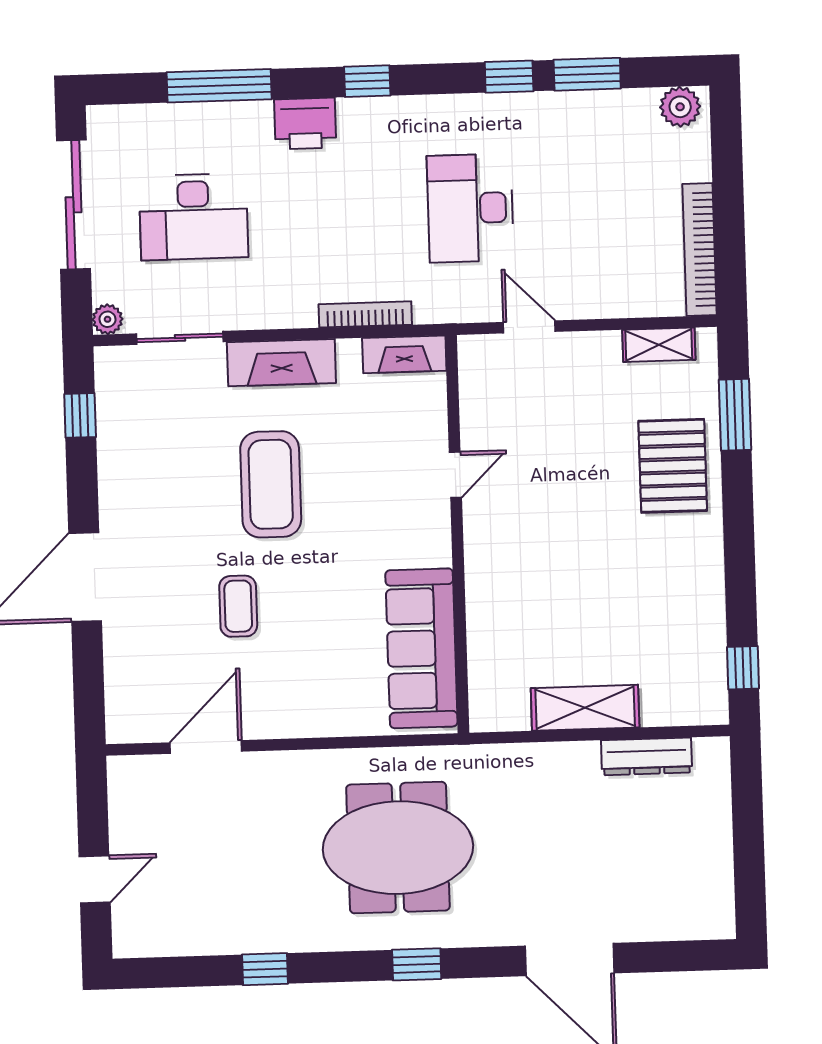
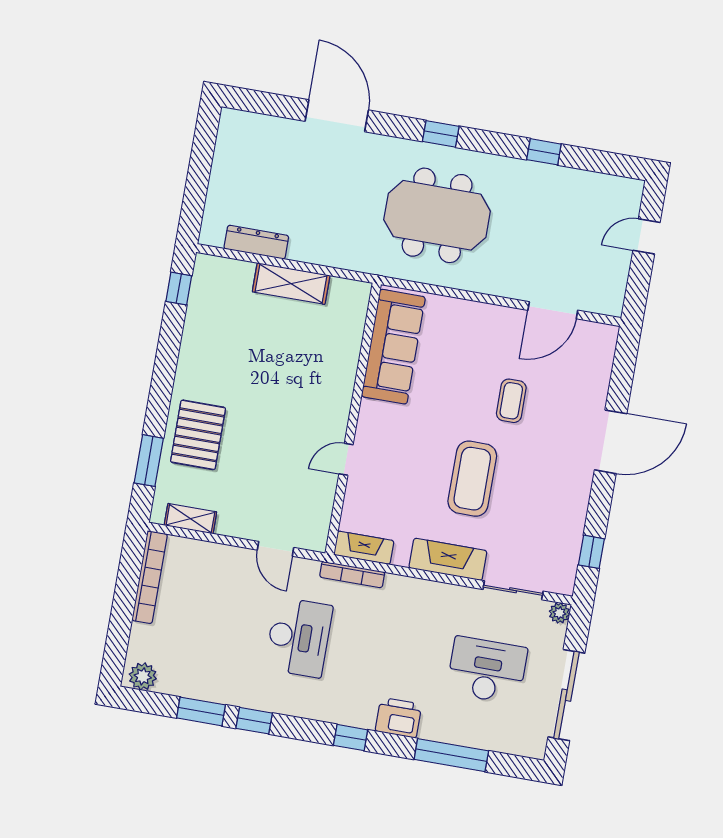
bookcase: (365, 314) -> (352, 574), moved

